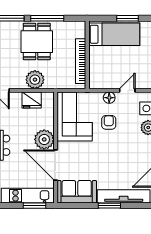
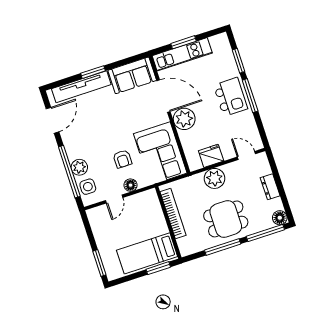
window: (128, 18) -> (158, 268), moved
dining table: (37, 42) -> (226, 219), turned 90
window: (35, 206) -> (184, 42), moved

